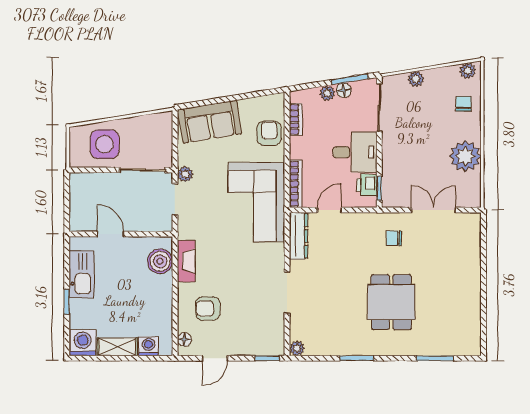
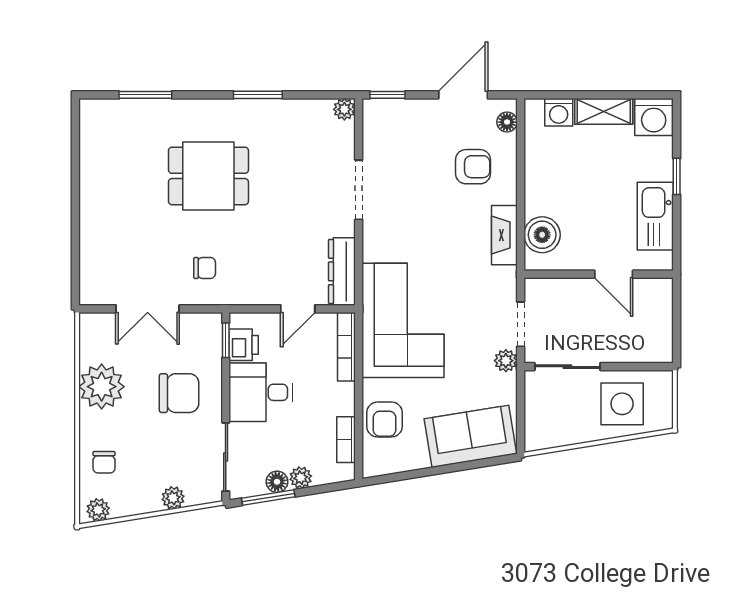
chair: (412, 152) -> (179, 393), added
dining table: (391, 302) -> (208, 176), turned 90
door: (215, 358) -> (463, 95), width x1.38

